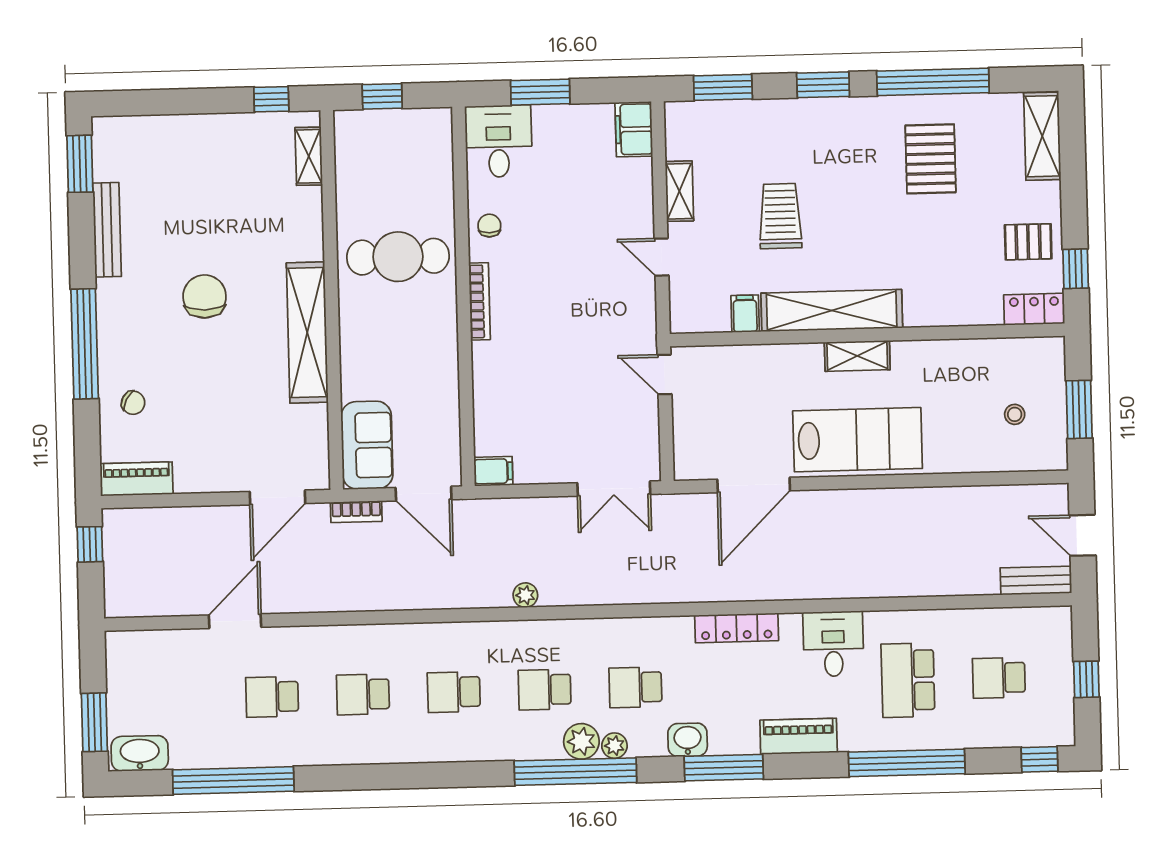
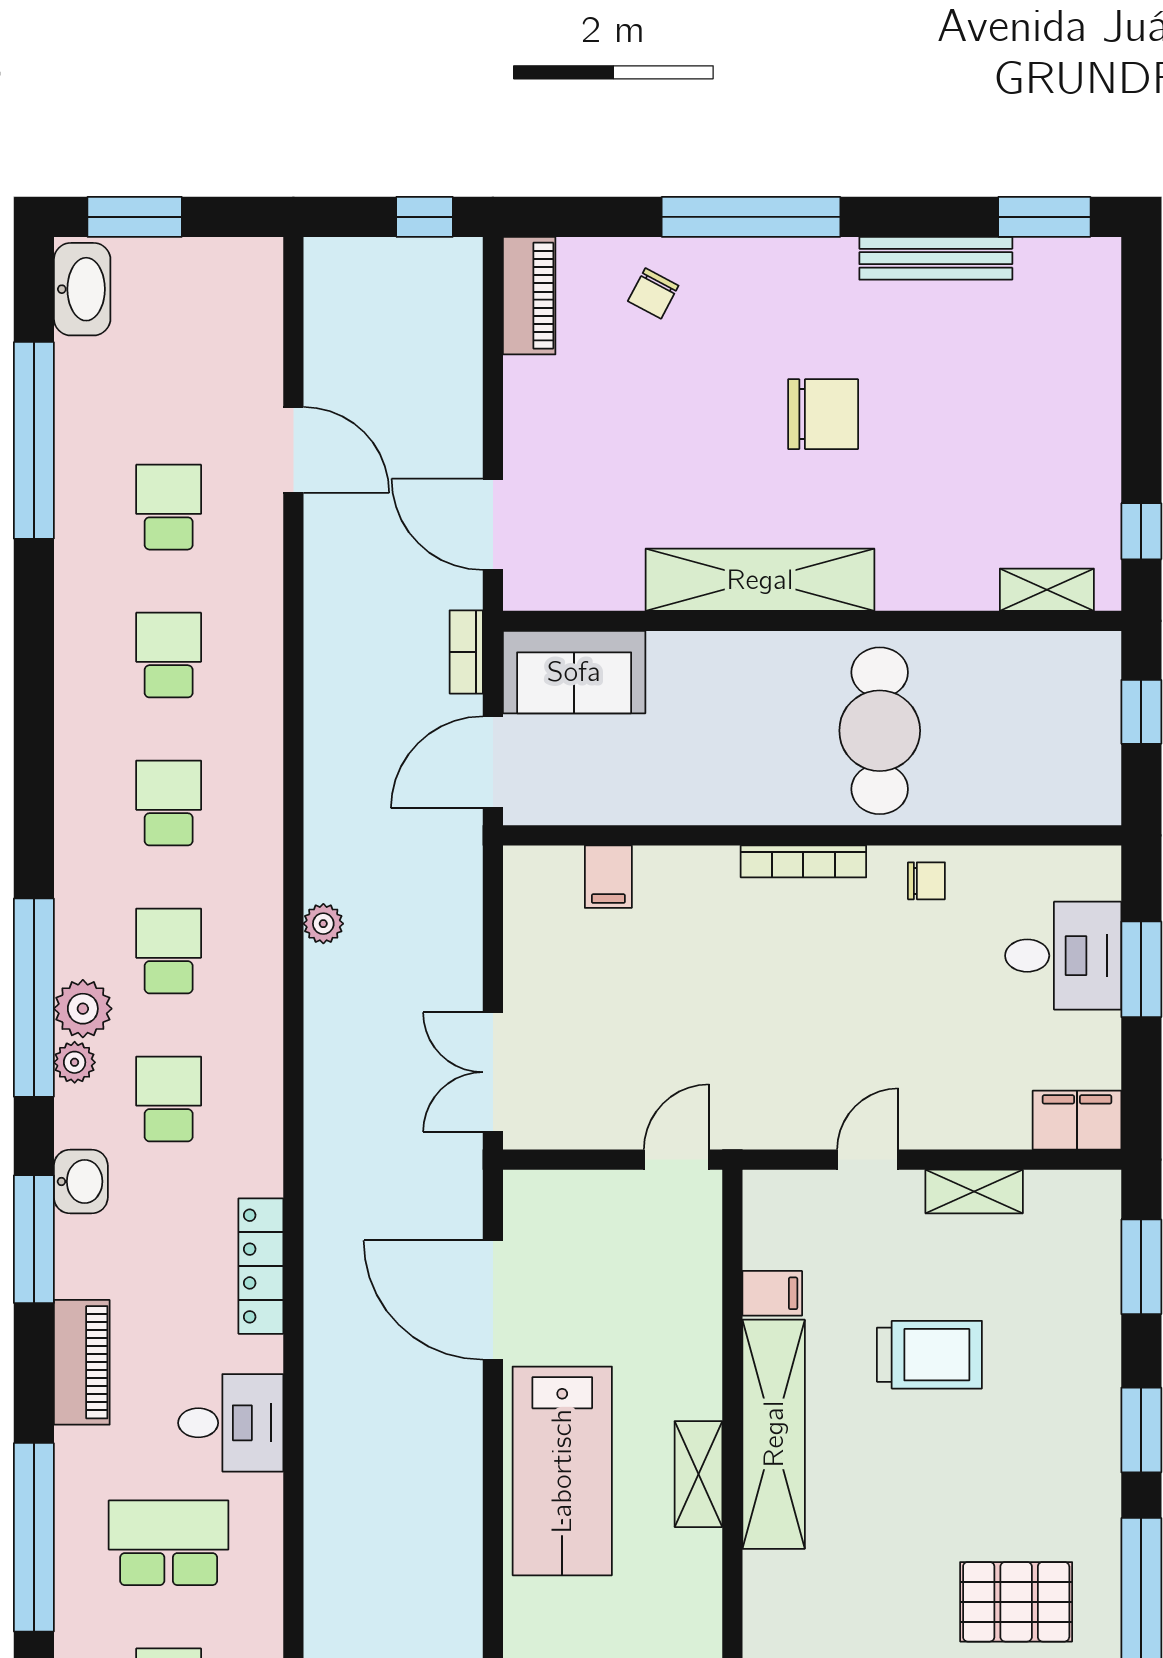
desk: (499, 141) -> (1063, 956), moved
filing cabinet: (493, 471) -> (608, 877), moved

